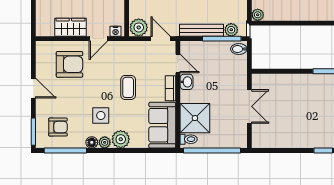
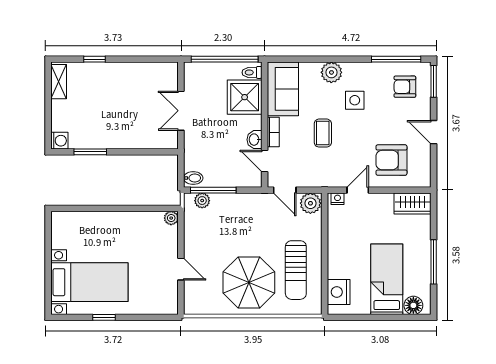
wardrobe: (70, 27) -> (413, 204), moved
bench: (202, 30) -> (237, 200), removed
floor lamp: (92, 142) -> (365, 69), removed
plant: (105, 142) -> (350, 69), removed

